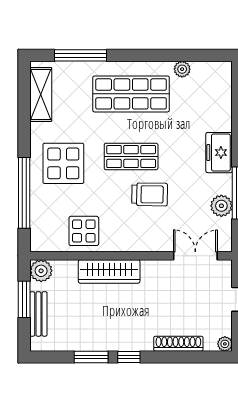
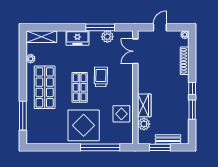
shelving: (41, 94) -> (41, 37), moved
display table: (63, 163) -> (84, 125), width x1.36, depth x1.36
plant: (41, 271) -> (144, 124), moved
wardrobe: (109, 271) -> (144, 105), width x0.67

